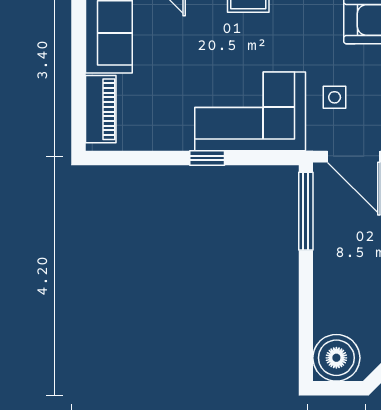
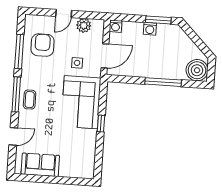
piano: (101, 109) -> (75, 171), removed
window: (306, 211) -> (163, 82), moved

